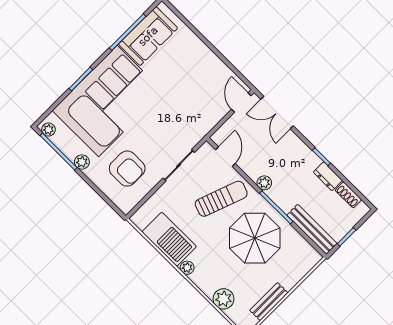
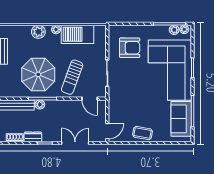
coffee table: (205, 62) -> (143, 133), added
door: (241, 103) -> (107, 131), hinge flipped
double door: (277, 113) -> (75, 143), moved
plant: (82, 162) -> (174, 30), moved
armchair: (127, 169) -> (130, 48), turned 180
plant: (264, 183) -> (40, 104), moved
plant: (224, 299) -> (38, 32), moved

